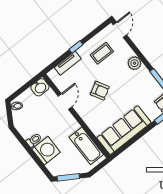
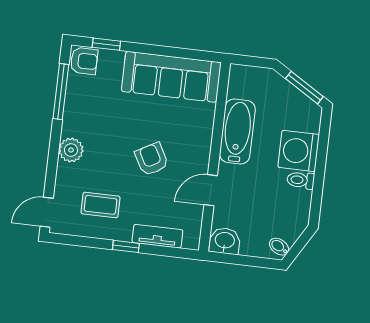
bathtub: (86, 146) -> (237, 131), moved

